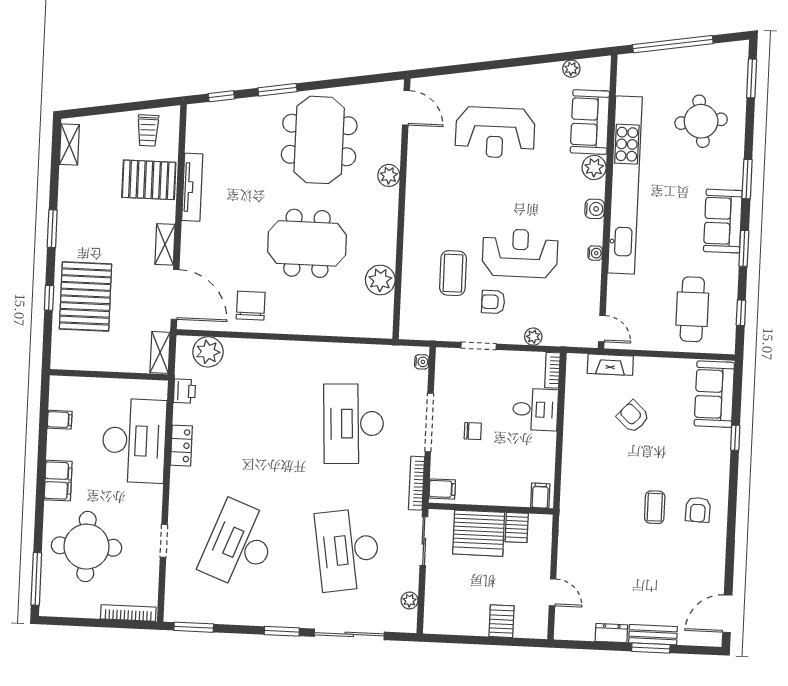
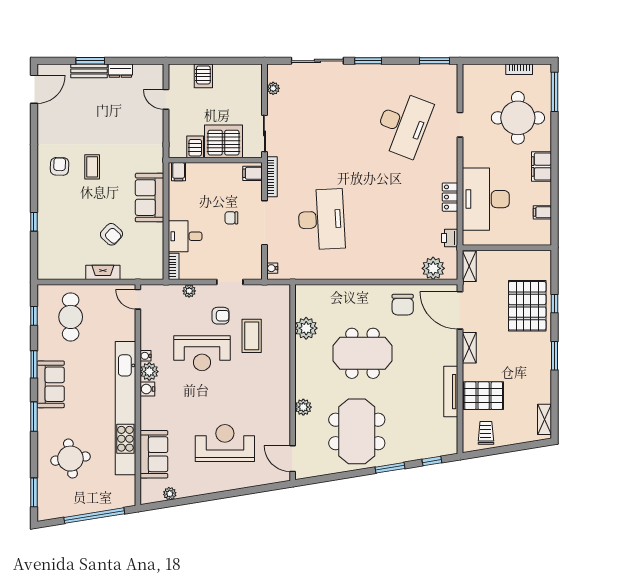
plant: (594, 167) -> (149, 372), moved
fireplace: (610, 365) -> (103, 272), moved
sofa: (714, 394) -> (150, 198), moved, turned 180
desk: (348, 550) -> (321, 124), removed
bookcase: (128, 613) -> (519, 69), moved, width x0.64

